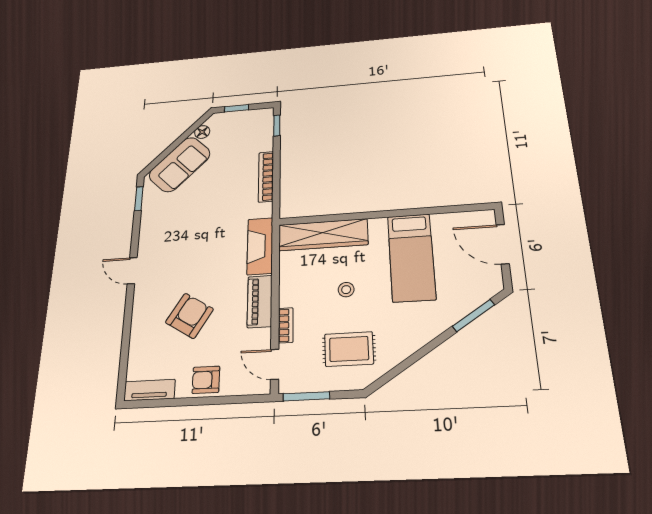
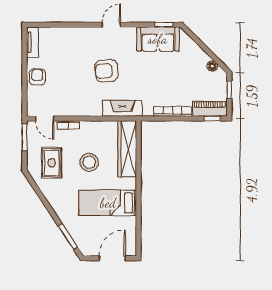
sofa: (180, 164) -> (158, 39), moved, turned -45
stool: (346, 290) -> (89, 162), width x1.89, depth x1.89
piano: (260, 301) -> (210, 109), moved
armchair: (189, 316) -> (106, 71), moved, turned 144
door: (275, 364) -> (45, 118), swing flipped

